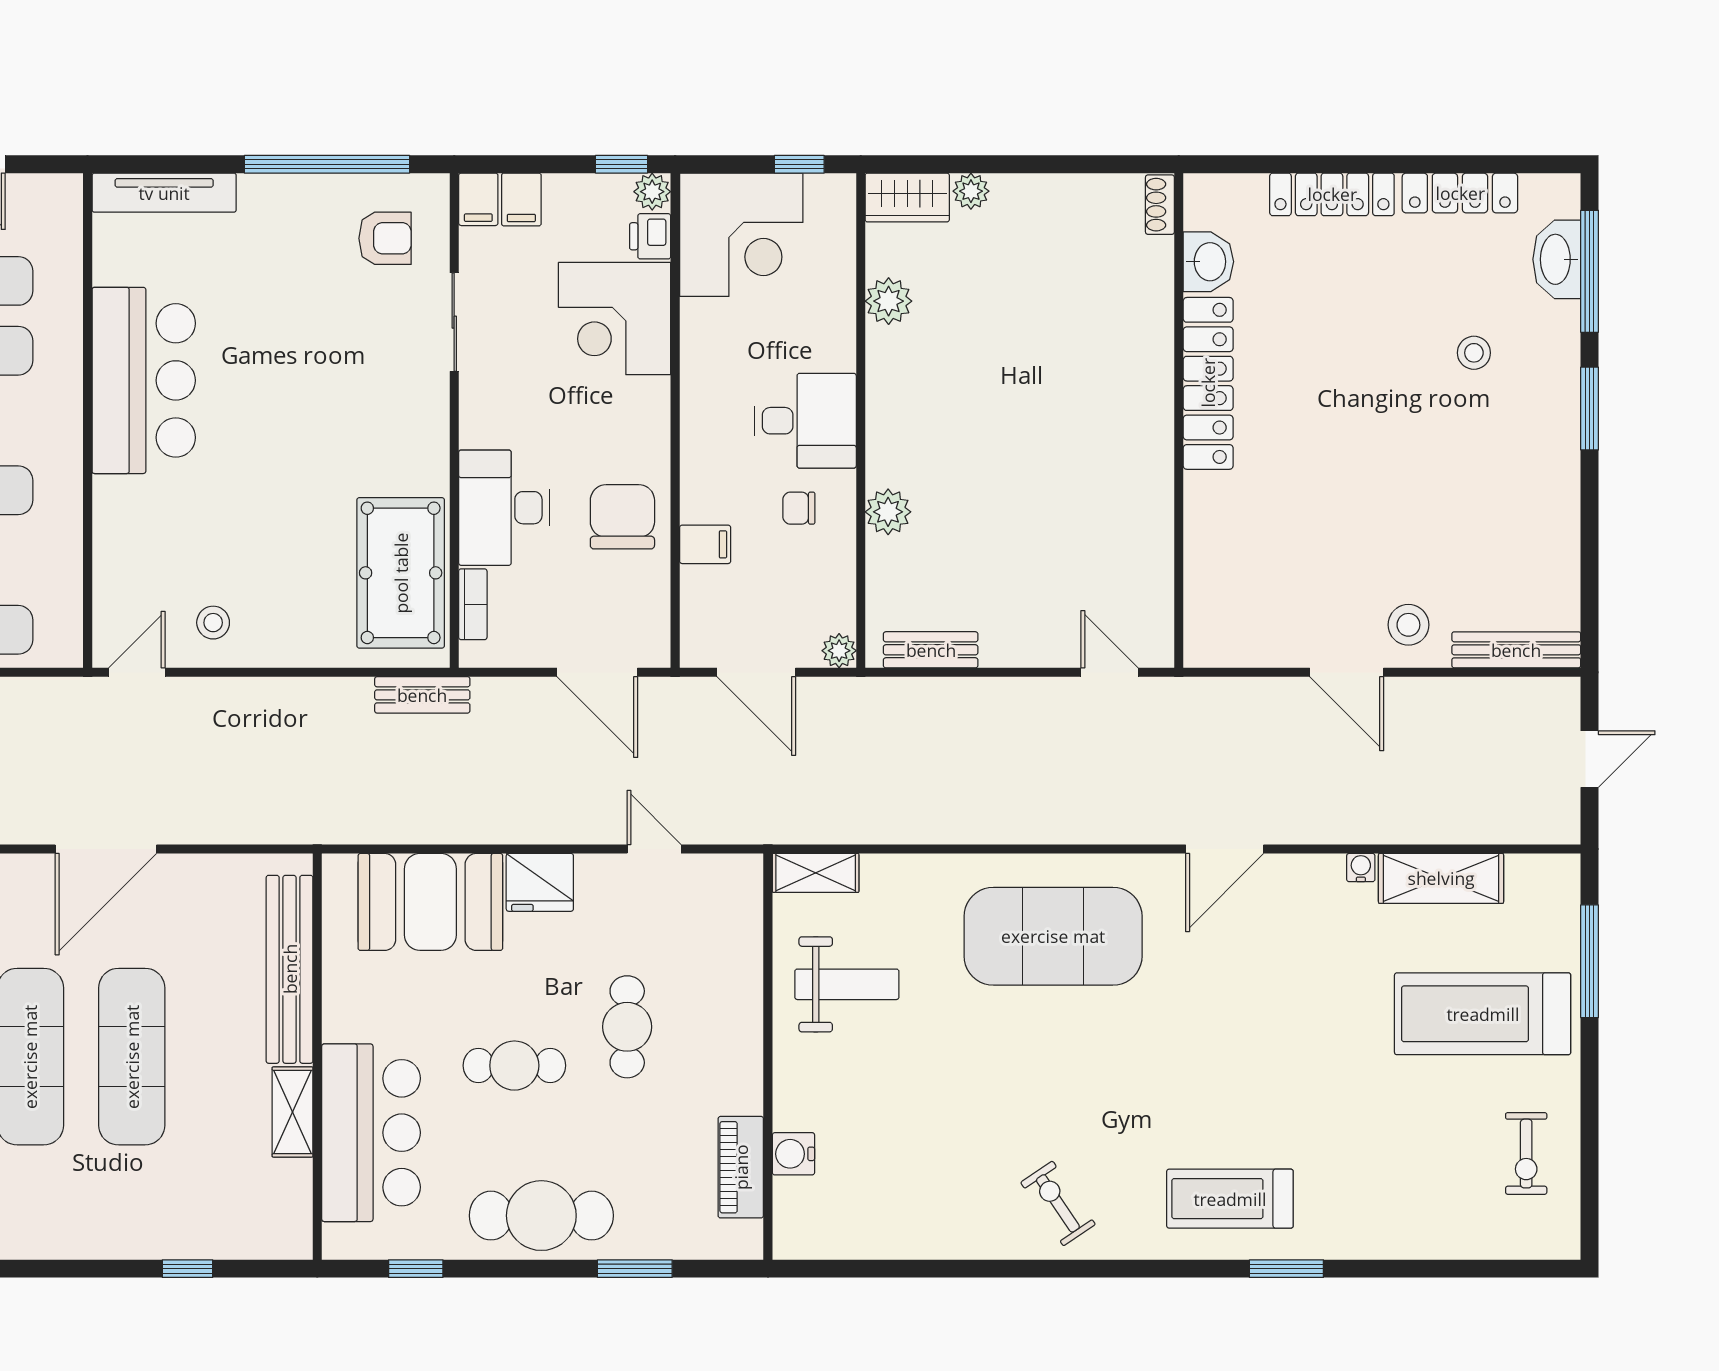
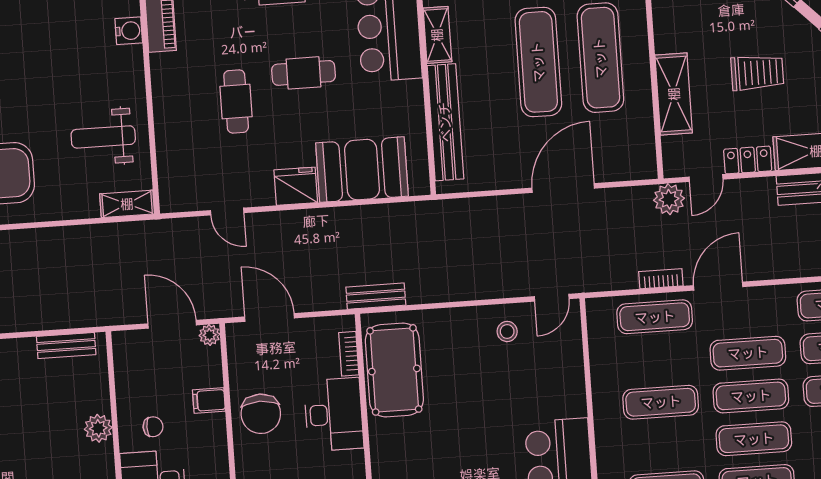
plant: (839, 651) -> (210, 335), moved

